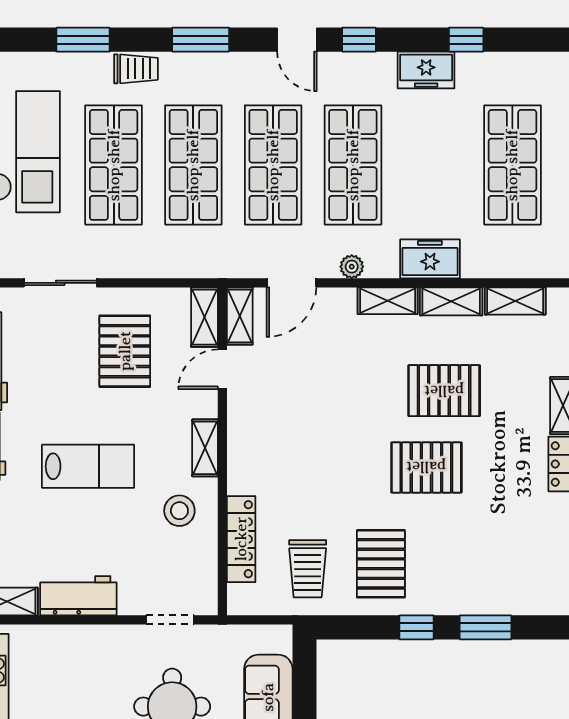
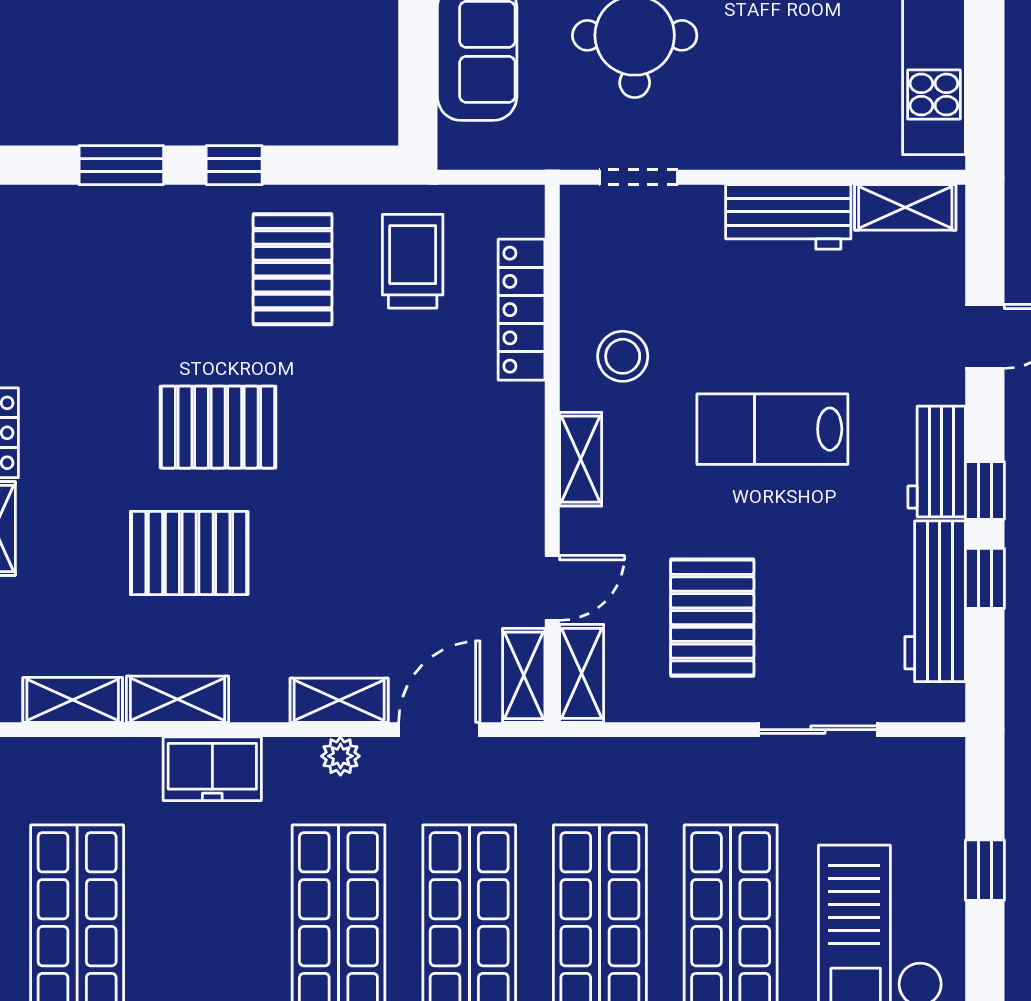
shelving: (388, 301) -> (339, 700), moved

